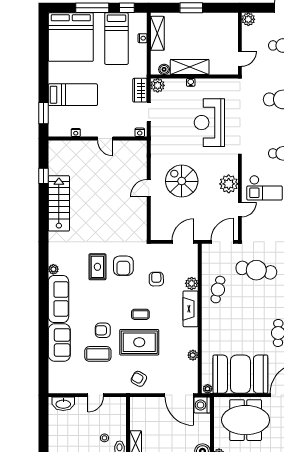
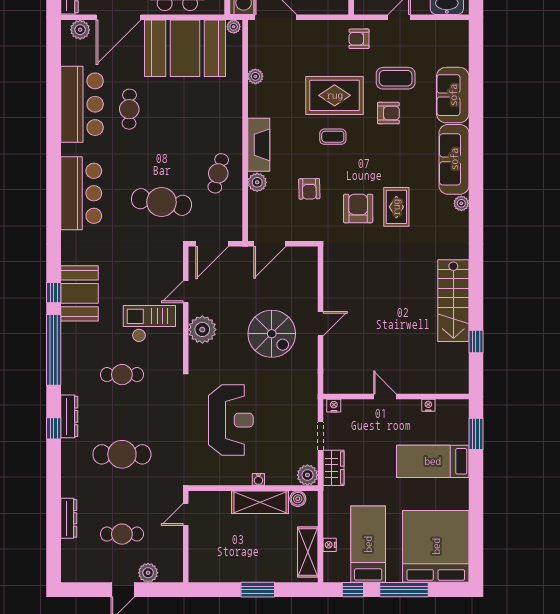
plant: (248, 19) -> (148, 573), moved
armchair: (139, 379) -> (359, 39), moved, turned 151

